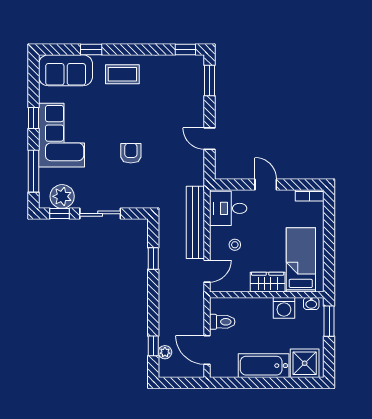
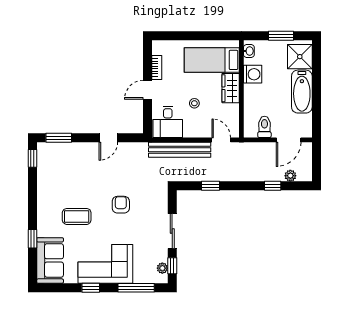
coffee table: (122, 74) -> (77, 216), moved, turned 90
armchair: (131, 153) -> (121, 205), turned 90
bookcase: (310, 195) -> (157, 68), moved
plant: (62, 196) -> (162, 268), width x0.53, depth x0.53
stool: (235, 245) -> (194, 103), moved
window: (329, 321) -> (281, 36), moved
window: (153, 346) -> (273, 186), moved

